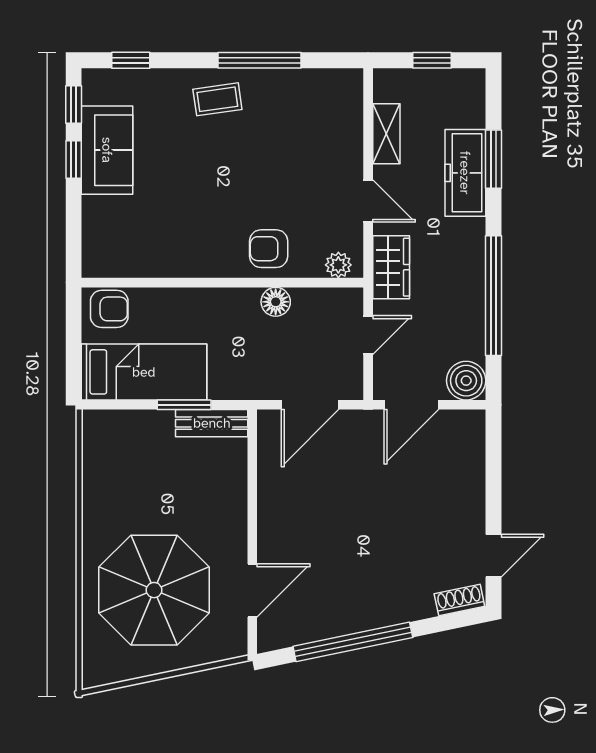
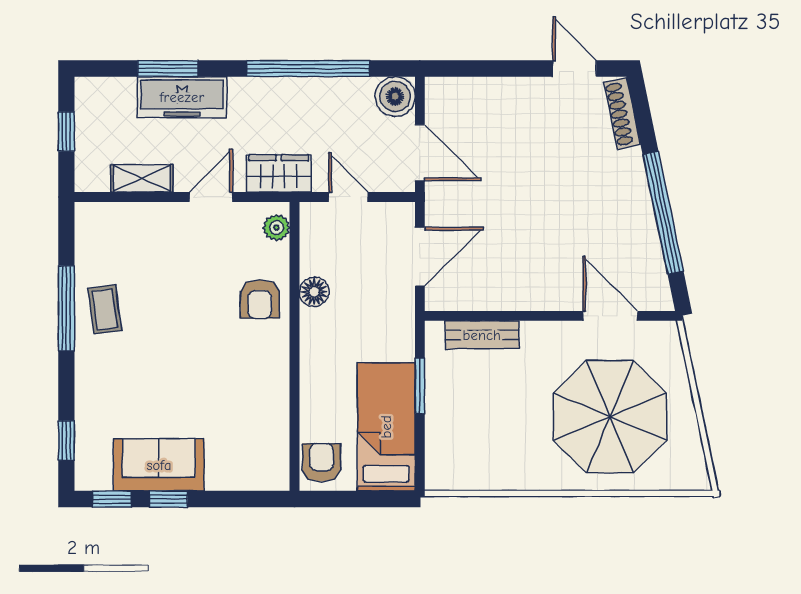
coffee table: (217, 99) -> (105, 309), moved
door: (310, 405) -> (420, 257), hinge flipped
bench: (212, 423) -> (482, 335), moved, turned 90
shoe rack: (459, 600) -> (622, 113), width x1.43

